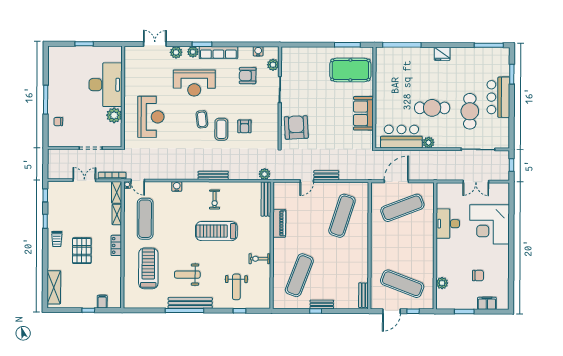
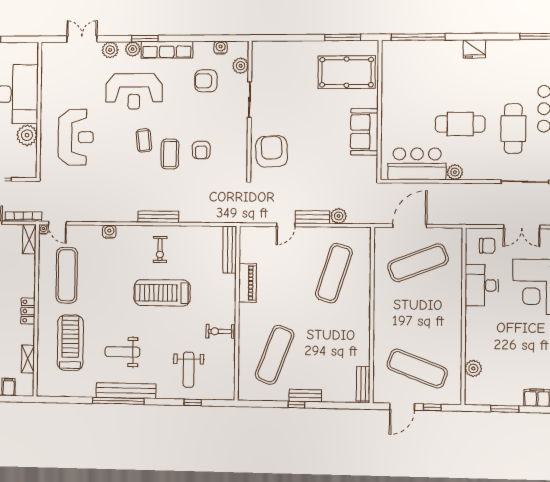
plant: (265, 174) -> (339, 216), moved
shelving: (117, 214) -> (28, 359), moved
chair: (478, 276) -> (487, 246), moved

